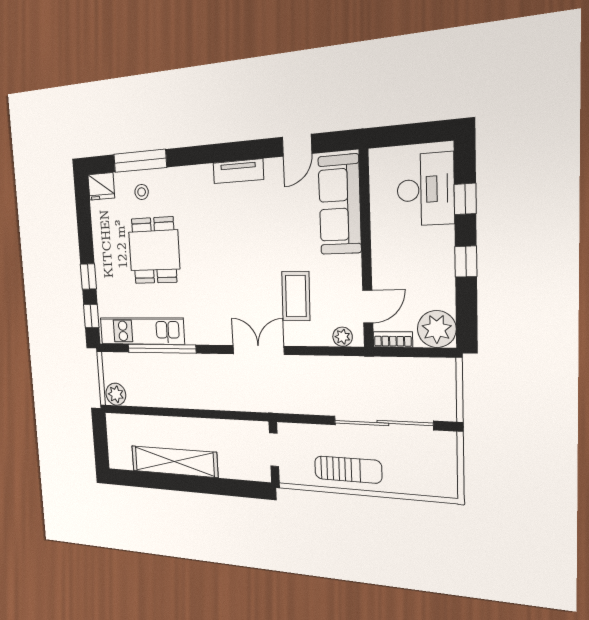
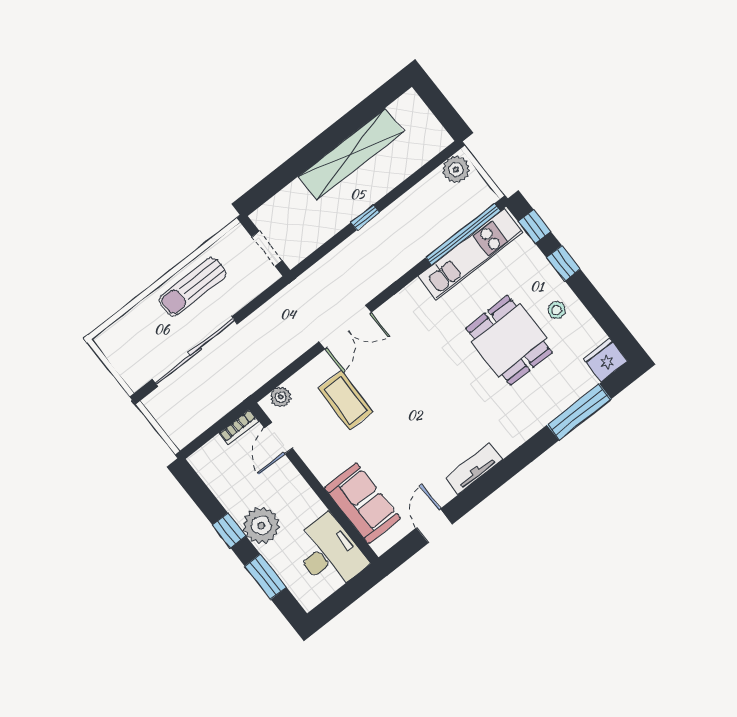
desk: (425, 189) -> (329, 553), moved, turned 180
stool: (142, 192) -> (557, 310), moved
window: (465, 199) -> (266, 577), width x1.50
sofa: (340, 205) -> (362, 503), width x0.73
plant: (437, 329) -> (261, 525), moved
window: (162, 349) -> (463, 234), moved
window: (193, 413) -> (365, 217), added

